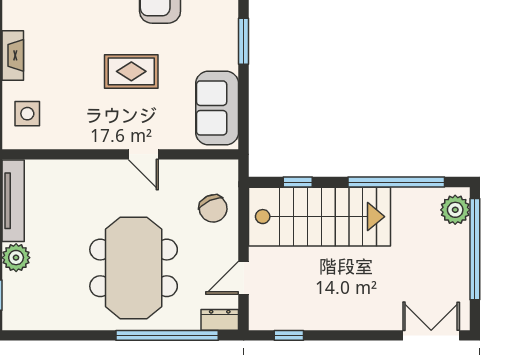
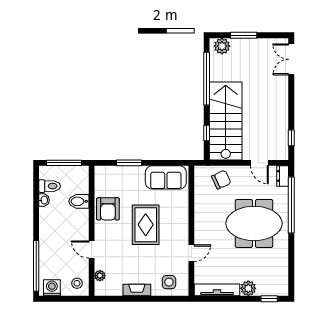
rug: (131, 71) -> (146, 225), width x1.36, depth x1.43
door: (143, 154) -> (191, 253), moved
window: (475, 249) -> (244, 35), width x0.47

